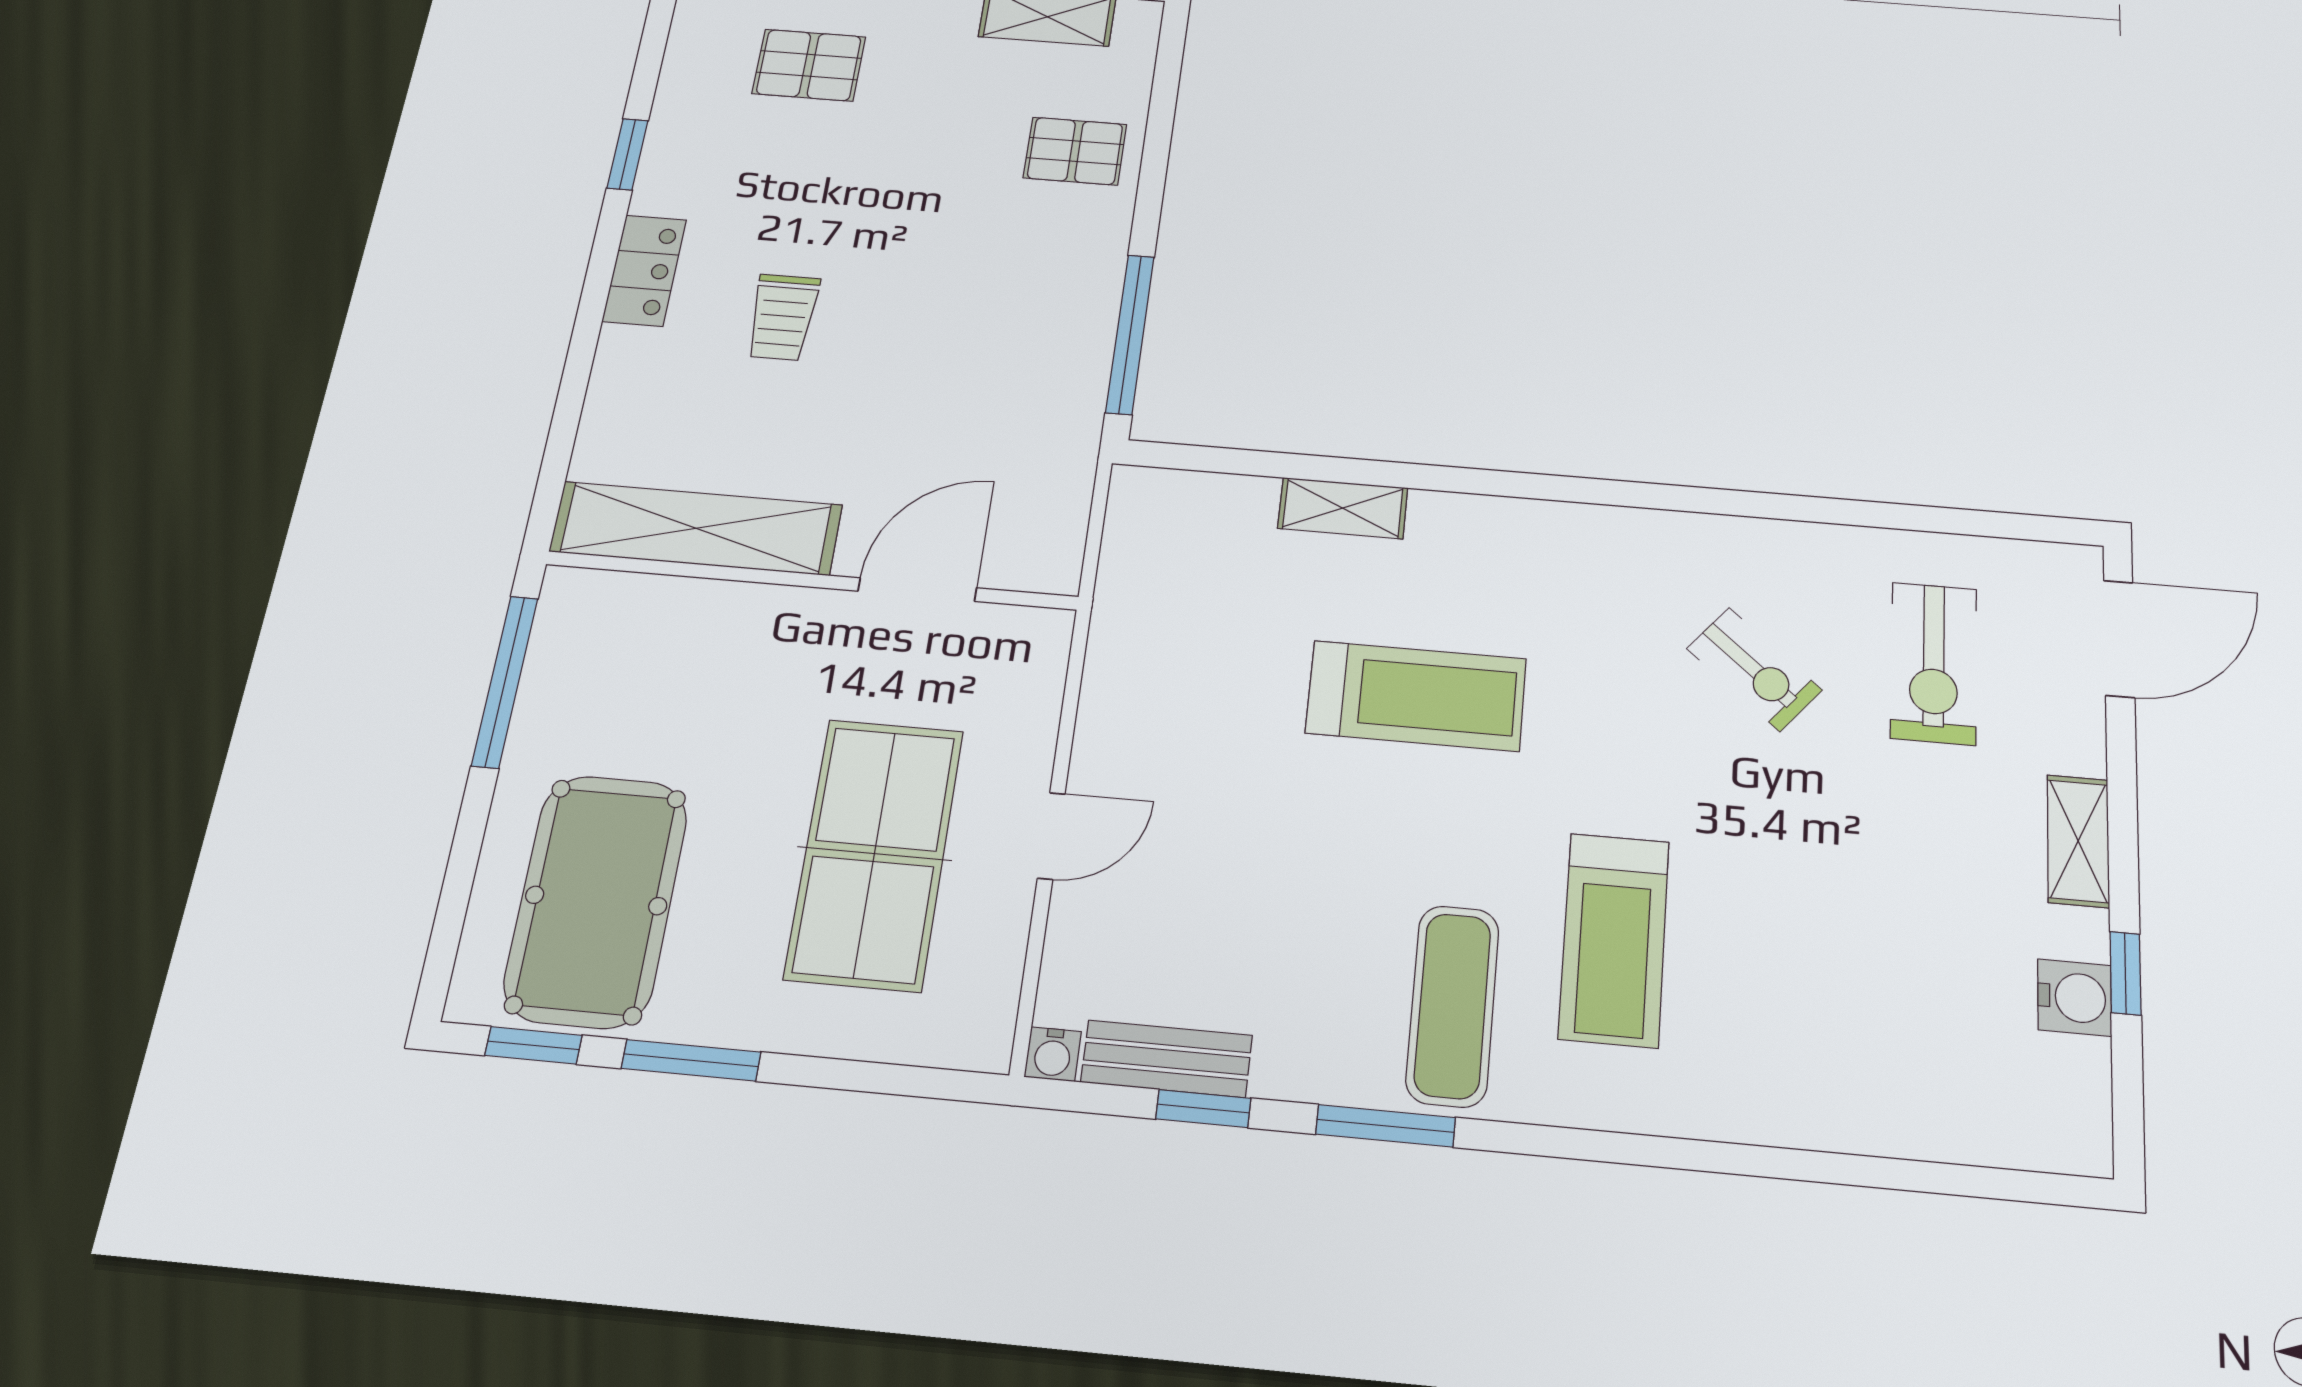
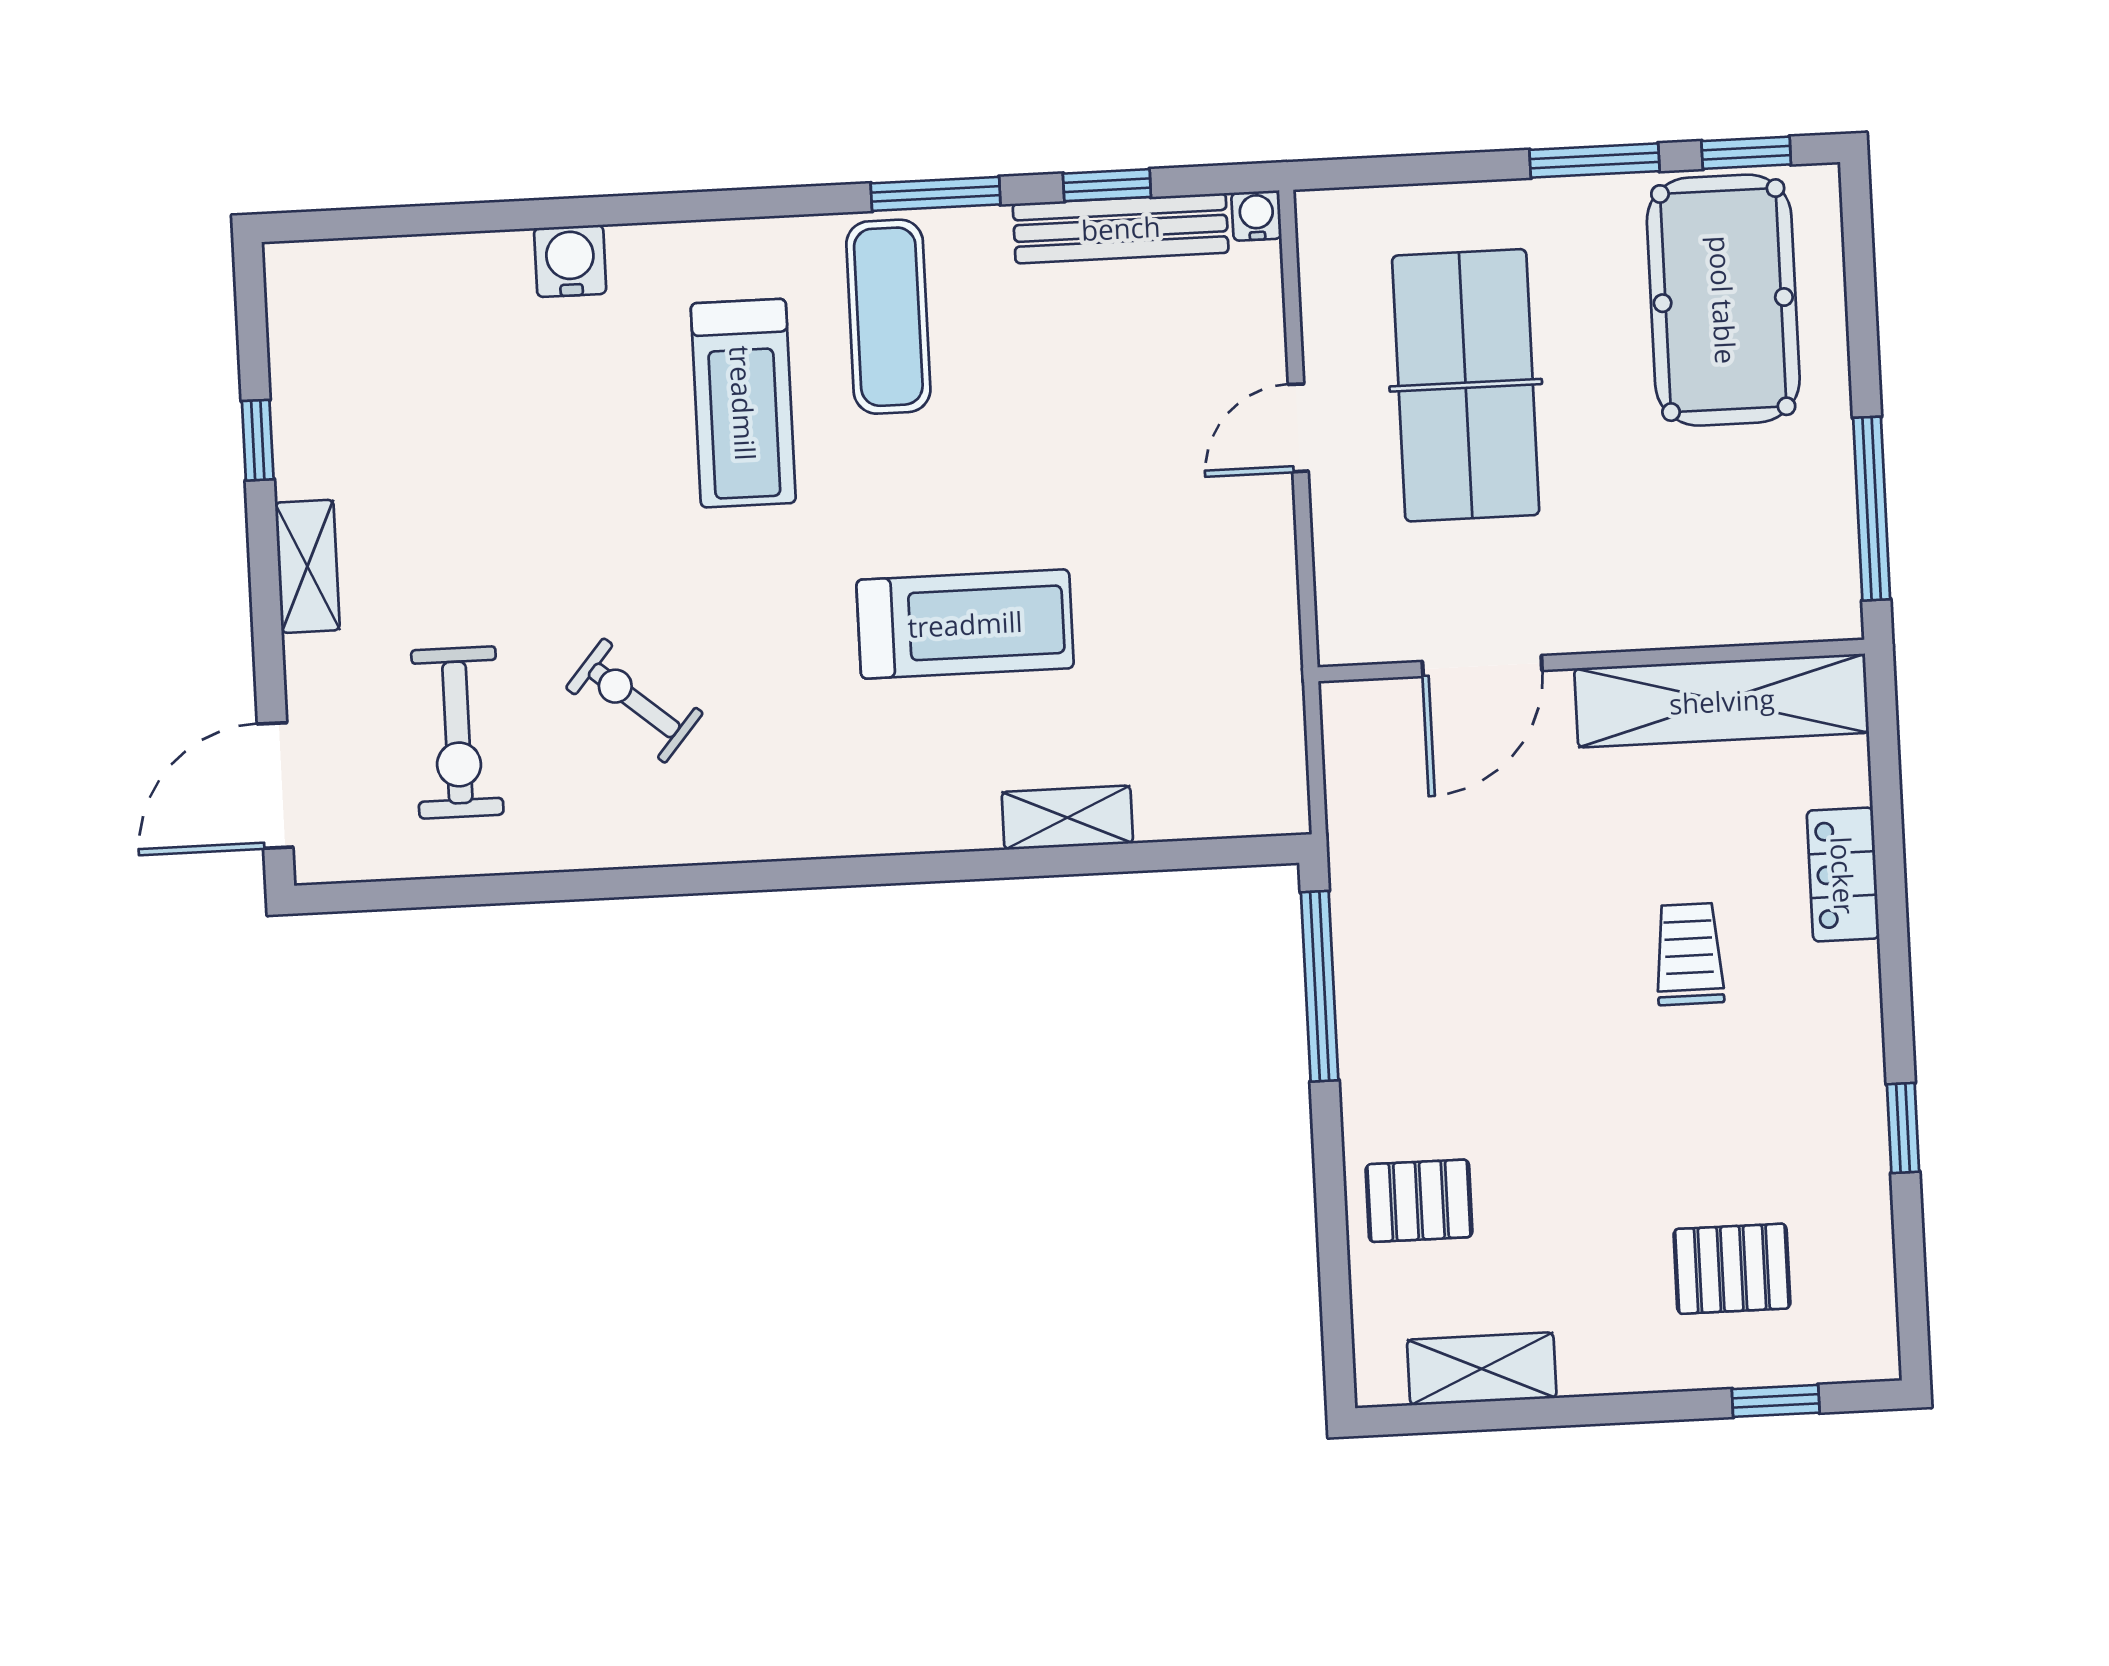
locker: (644, 270) -> (1843, 875), moved
exercise bike: (1934, 663) -> (457, 732), turned 180
treadmill: (1416, 696) -> (965, 624), turned 180
treadmill: (1614, 939) -> (743, 403), turned 180
water cooler: (2075, 998) -> (570, 261), moved, turned 90
bench: (1167, 1059) -> (1121, 228), width x1.36

